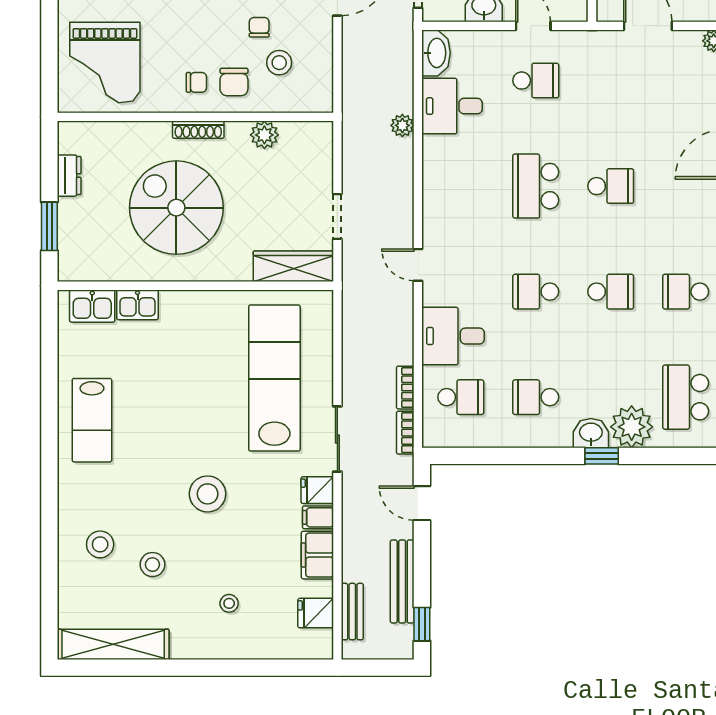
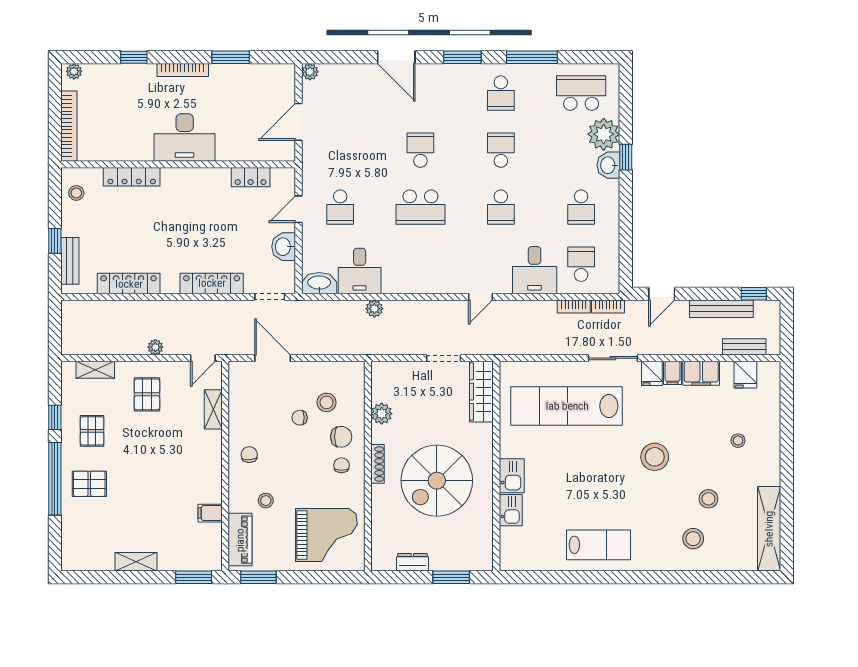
school desk: (536, 81) -> (340, 207), turned 180
kitchen sink: (92, 306) -> (512, 476), moved
school desk: (686, 397) -> (581, 93), turned 180

